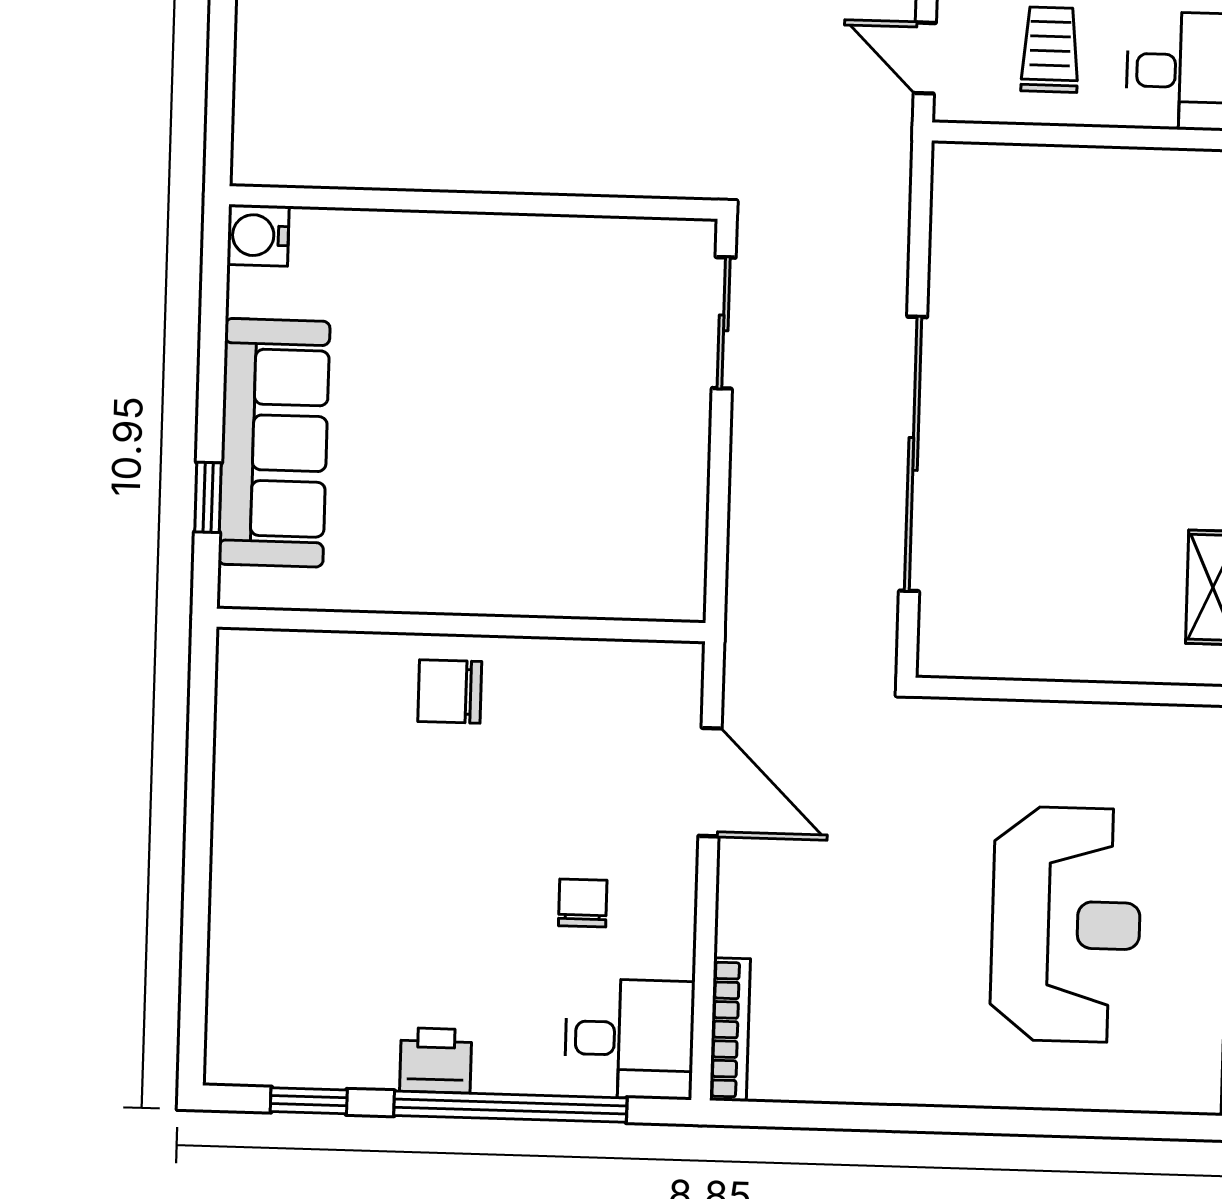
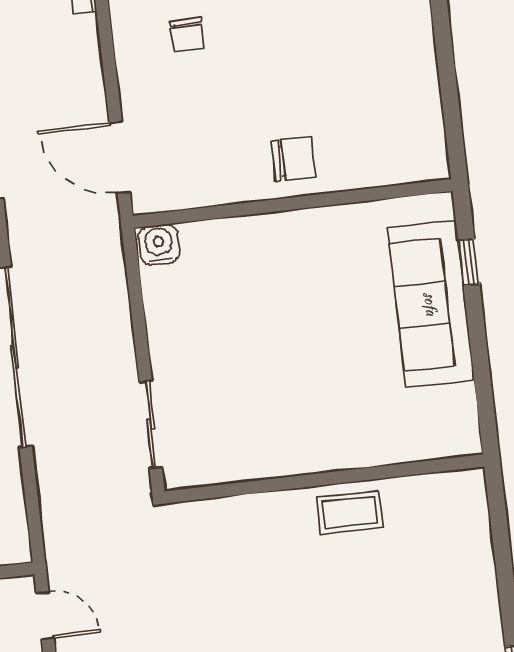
coffee table: (443, 146) -> (350, 512), added
water cooler: (258, 235) -> (159, 245), moved, turned -90
door: (710, 782) -> (120, 157), moved

